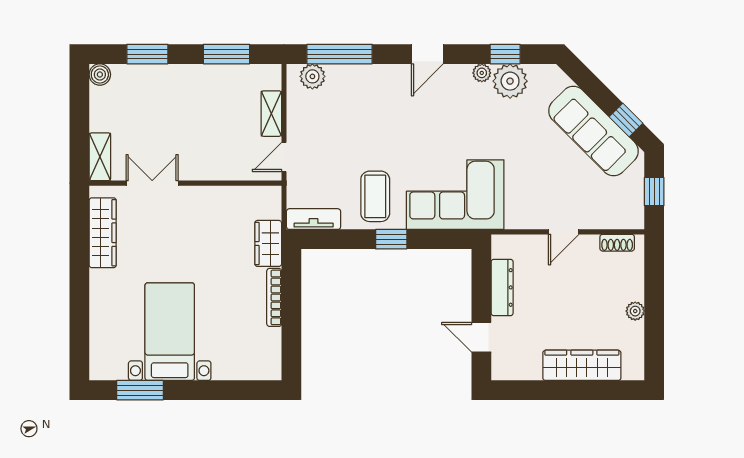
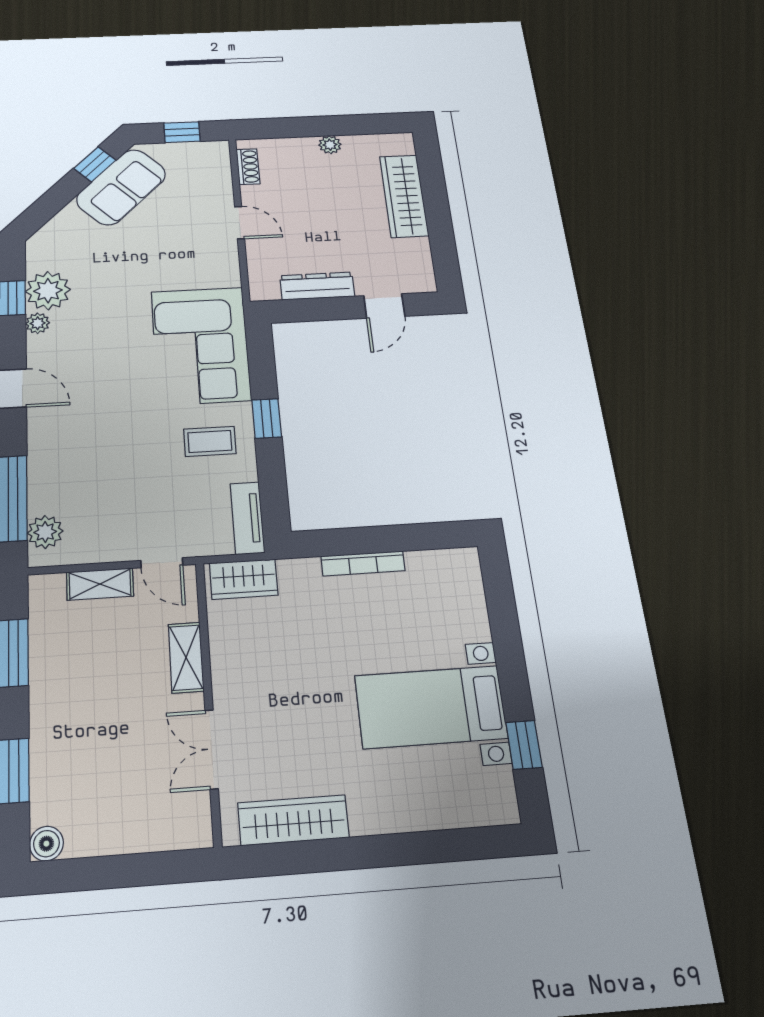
sofa: (593, 131) -> (121, 187), width x0.73
shelving: (100, 157) -> (186, 657), moved, turned 90
coffee table: (375, 196) -> (210, 441), width x0.73, depth x0.77
wardrobe: (268, 243) -> (244, 579), moved
window: (140, 390) -> (524, 745), width x0.67

